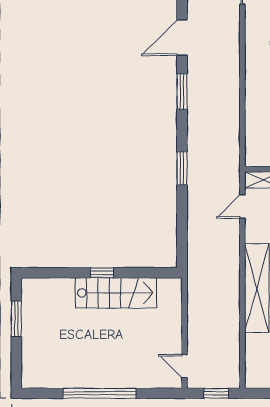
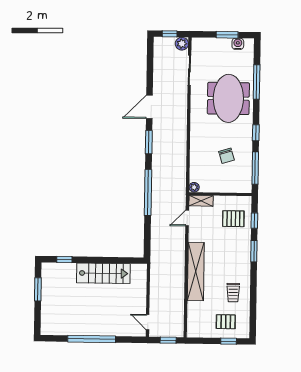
plant: (252, 159) -> (194, 187), added
window: (182, 169) -> (148, 193), width x2.11
window: (102, 273) -> (64, 259), moved

